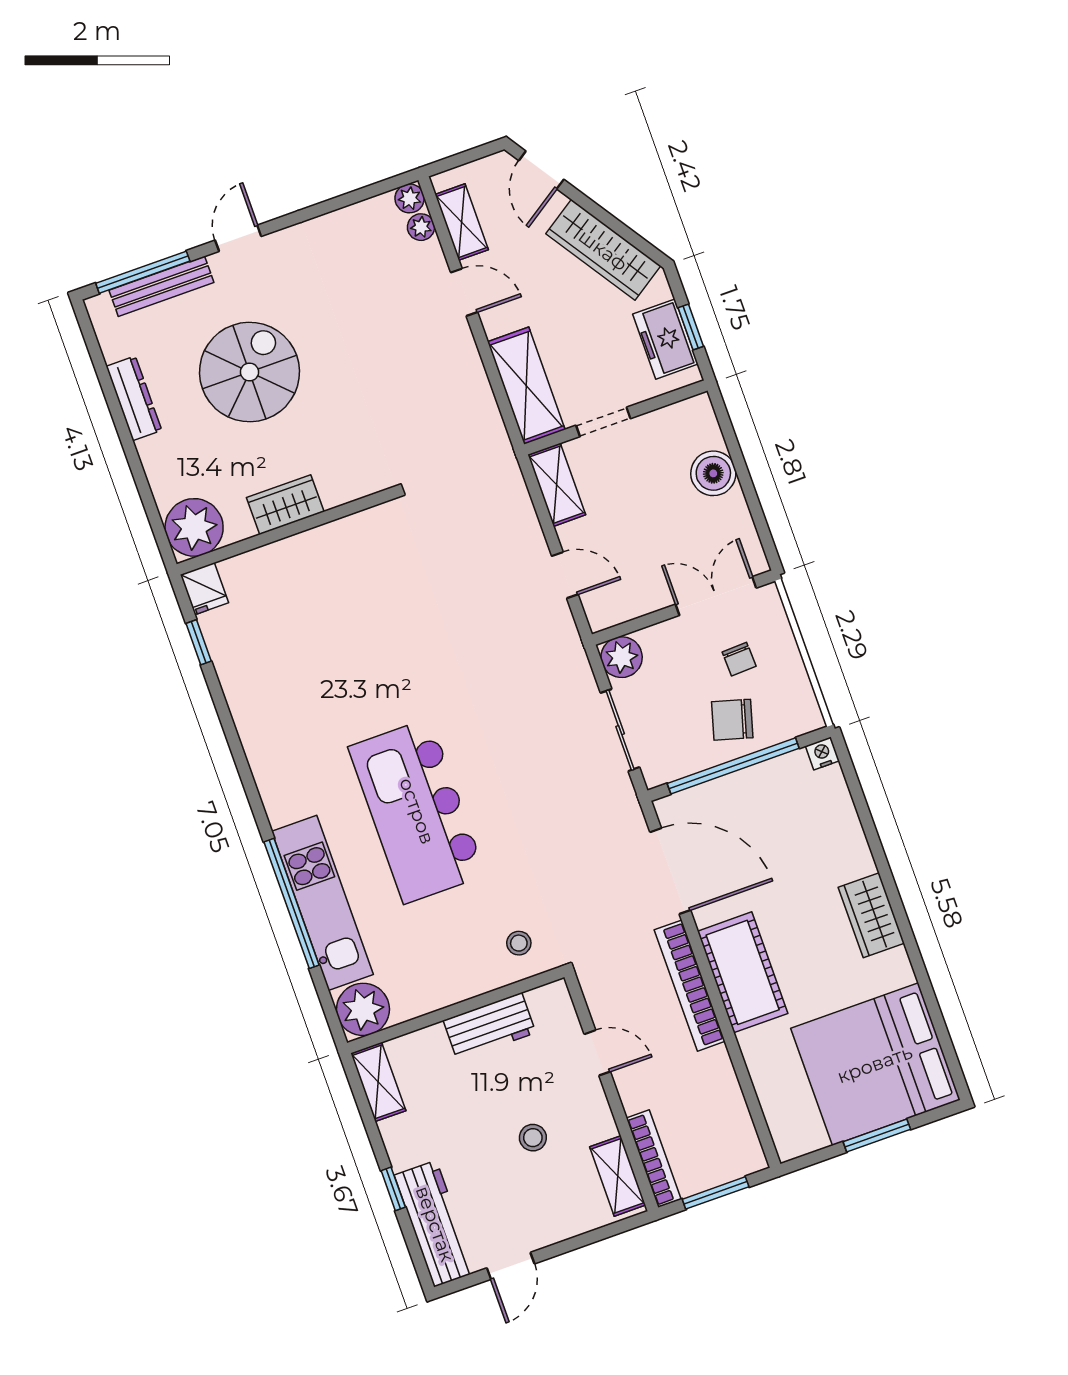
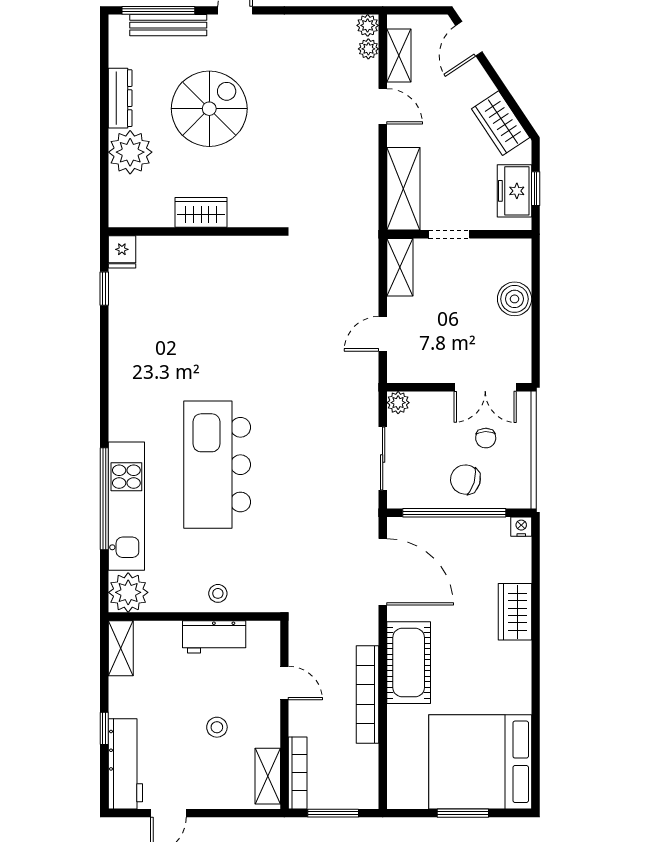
wardrobe: (603, 250) -> (501, 123), width x0.67
plant: (194, 527) -> (130, 152), moved
door: (565, 575) -> (383, 334), swing flipped
double door: (716, 596) -> (485, 387), swing flipped
plant: (622, 657) -> (398, 403), width x0.73, depth x0.73
wardrobe: (871, 915) -> (515, 612), moved
stool: (519, 943) -> (218, 593), moved
bookcase: (690, 986) -> (367, 695), moved

